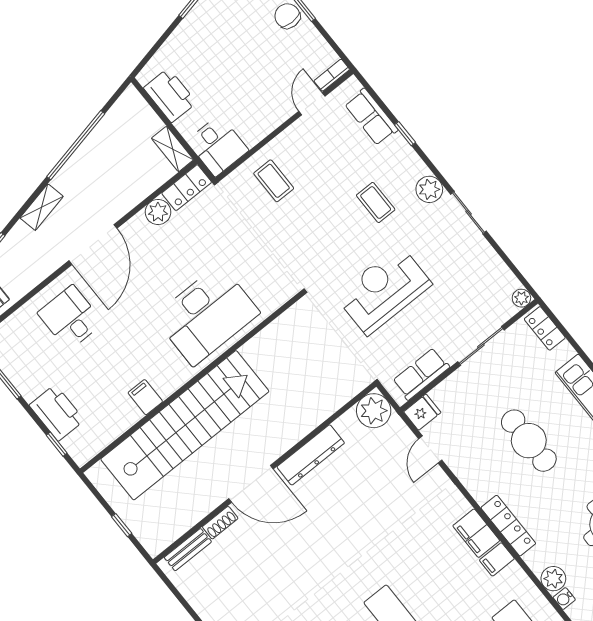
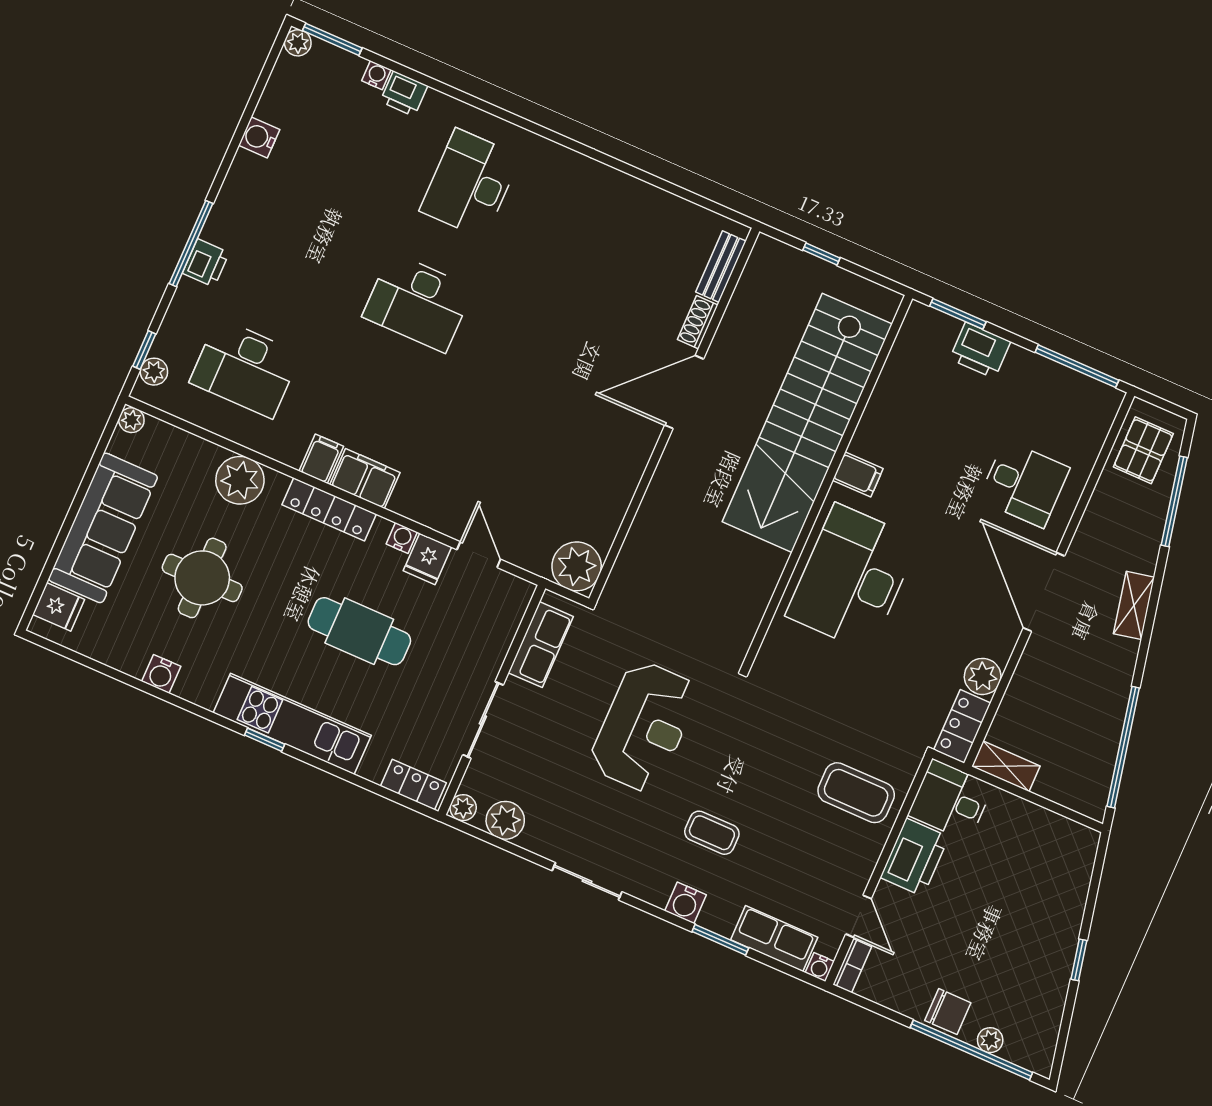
water cooler: (352, 85) -> (820, 967), added
printer: (170, 95) -> (914, 857), moved, turned -90
window: (405, 134) -> (720, 940), width x1.50
window: (76, 145) -> (1123, 747), moved
water cooler: (415, 168) -> (685, 903), added
coffee table: (274, 181) -> (856, 793), width x1.36, depth x1.30
plant: (429, 189) -> (505, 820), moved
filing cabinet: (145, 397) -> (858, 474), moved
fridge: (422, 412) -> (427, 559), moved
printer: (57, 413) -> (980, 350), width x0.73, depth x0.84
window: (57, 444) -> (958, 314), width x1.50
dresser: (311, 455) -> (627, 468), removed
plant: (553, 579) -> (240, 480), width x1.36, depth x1.36
water cooler: (564, 599) -> (402, 538), moved

